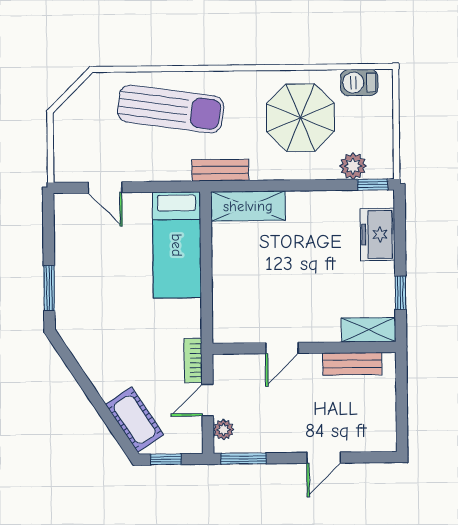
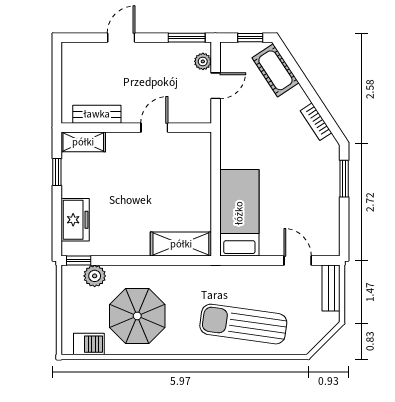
bench: (220, 170) -> (331, 288), moved, turned 90
bookcase: (193, 361) -> (316, 122), moved, turned 147

